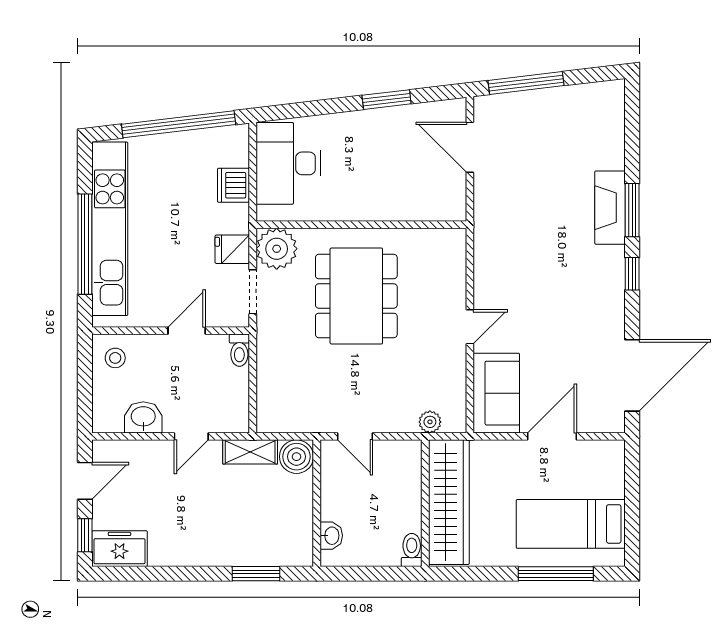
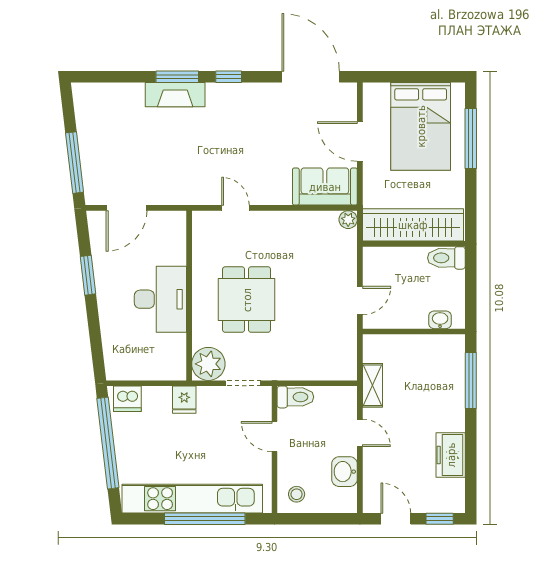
desk: (288, 163) -> (160, 299), moved, turned -90
dishwasher: (233, 185) -> (127, 399), moved
fridge: (232, 249) -> (184, 400), moved
dining table: (356, 296) -> (247, 300), width x0.73
door: (470, 327) -> (235, 208), moved
toilet: (239, 350) -> (295, 397), width x1.37, depth x1.39
plant: (430, 422) -> (348, 220), moved
boiler: (296, 457) -> (376, 348), removed
bed: (571, 524) -> (421, 126), width x1.50
freezer: (119, 549) -> (451, 455), moved
toilet: (412, 550) -> (446, 258), width x1.37, depth x1.39
window: (256, 574) -> (471, 381), width x1.44

